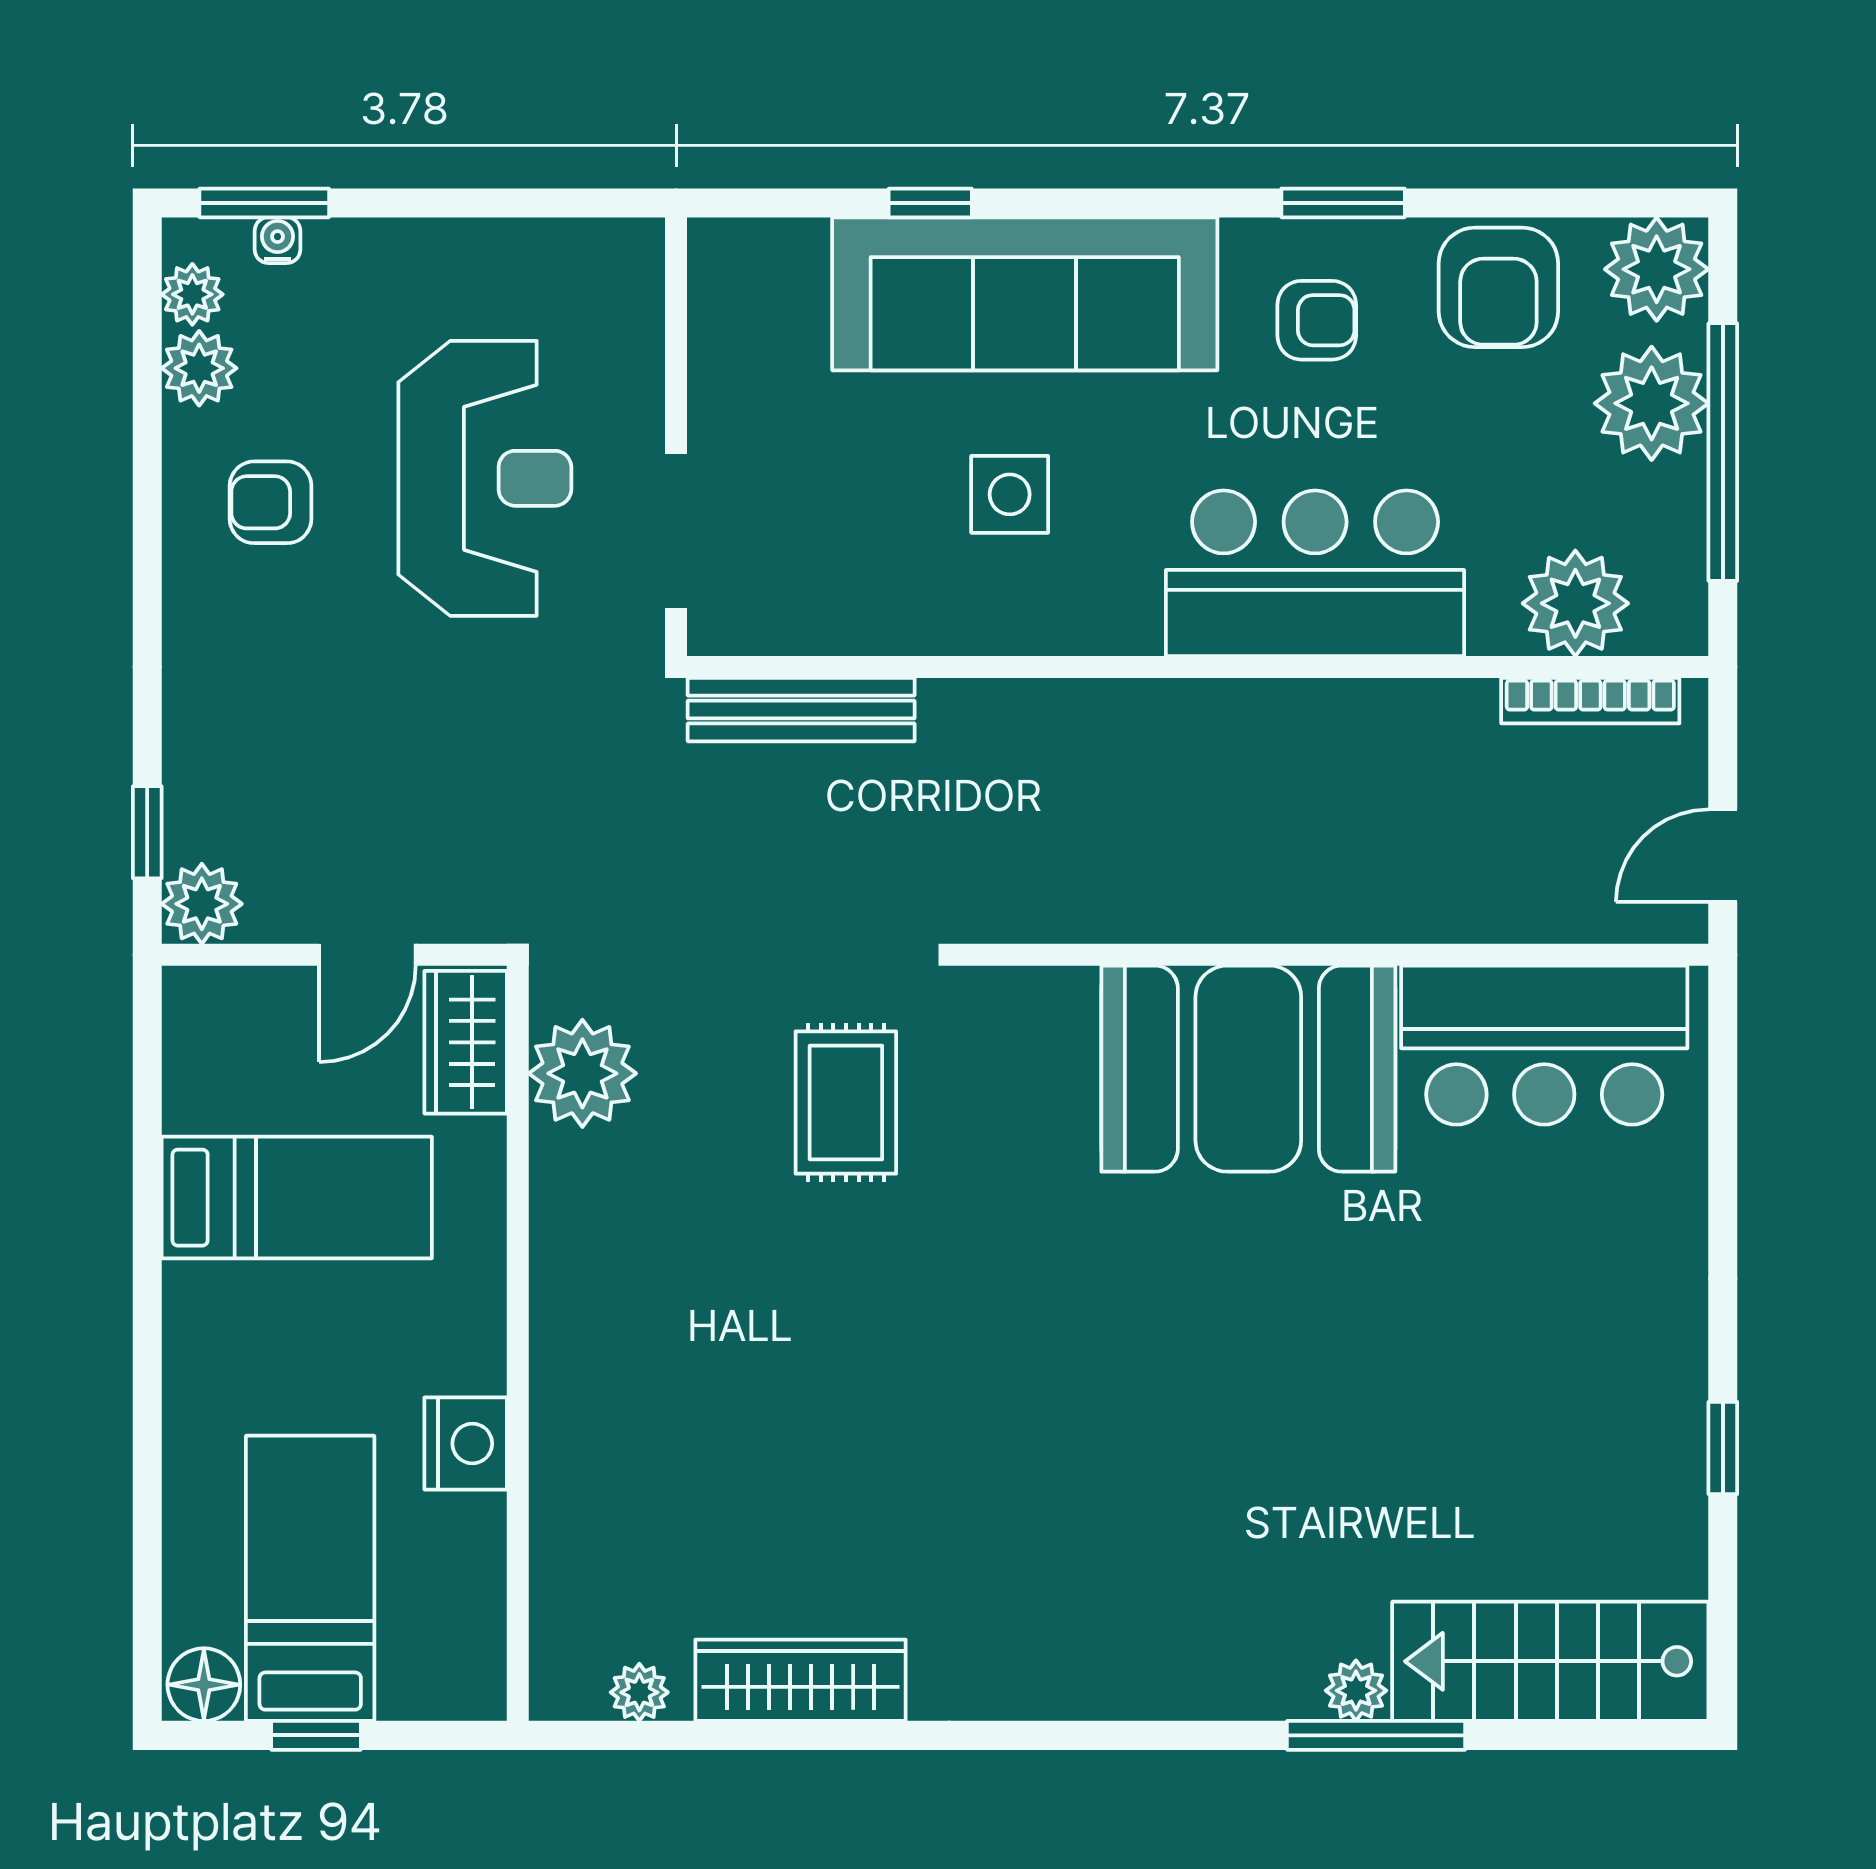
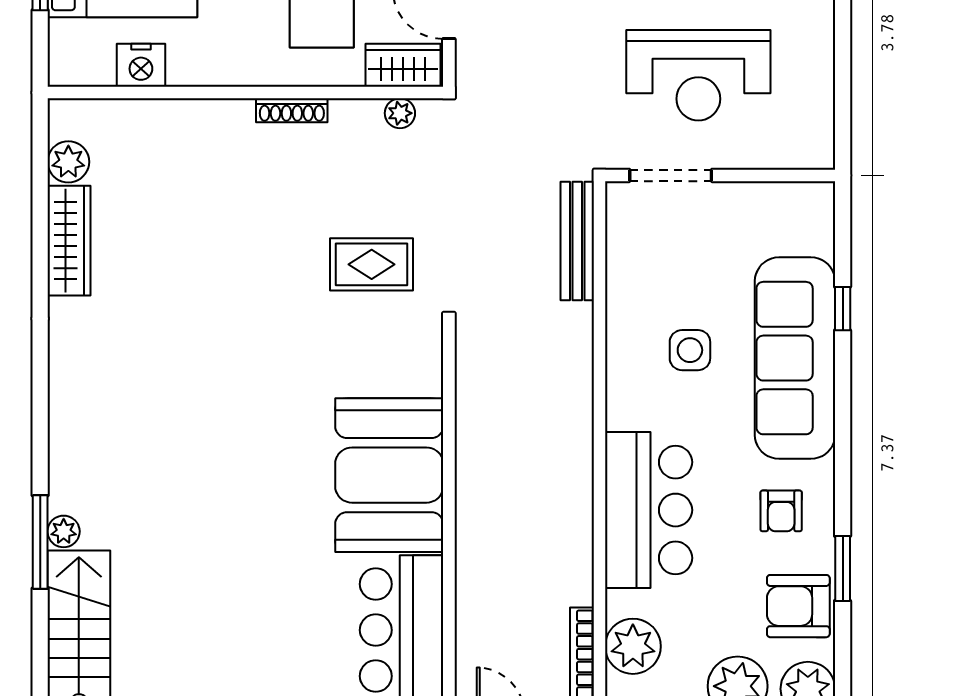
window: (1343, 203) -> (843, 568), moved
plant: (582, 1073) -> (400, 113), width x0.53, depth x0.53
shoe rack: (552, 1255) -> (292, 110), added
nightstand: (466, 1444) -> (141, 65), moved
plant: (639, 1692) -> (68, 162), width x1.38, depth x1.38

